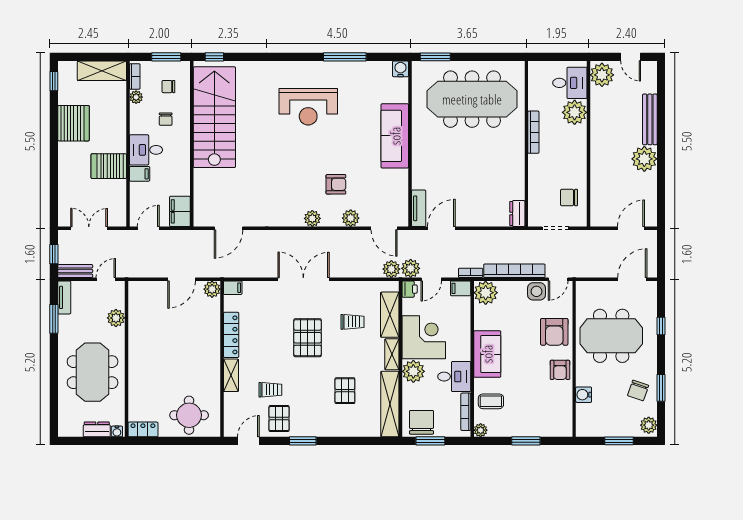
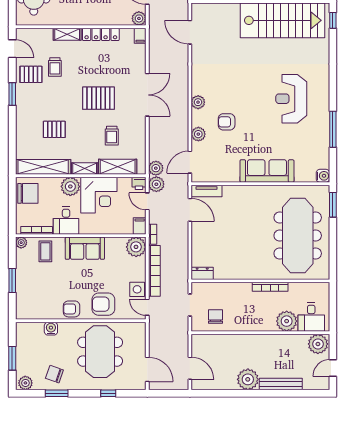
armchair: (336, 184) -> (227, 122), turned 90
window: (430, 441) -> (12, 201), removed

